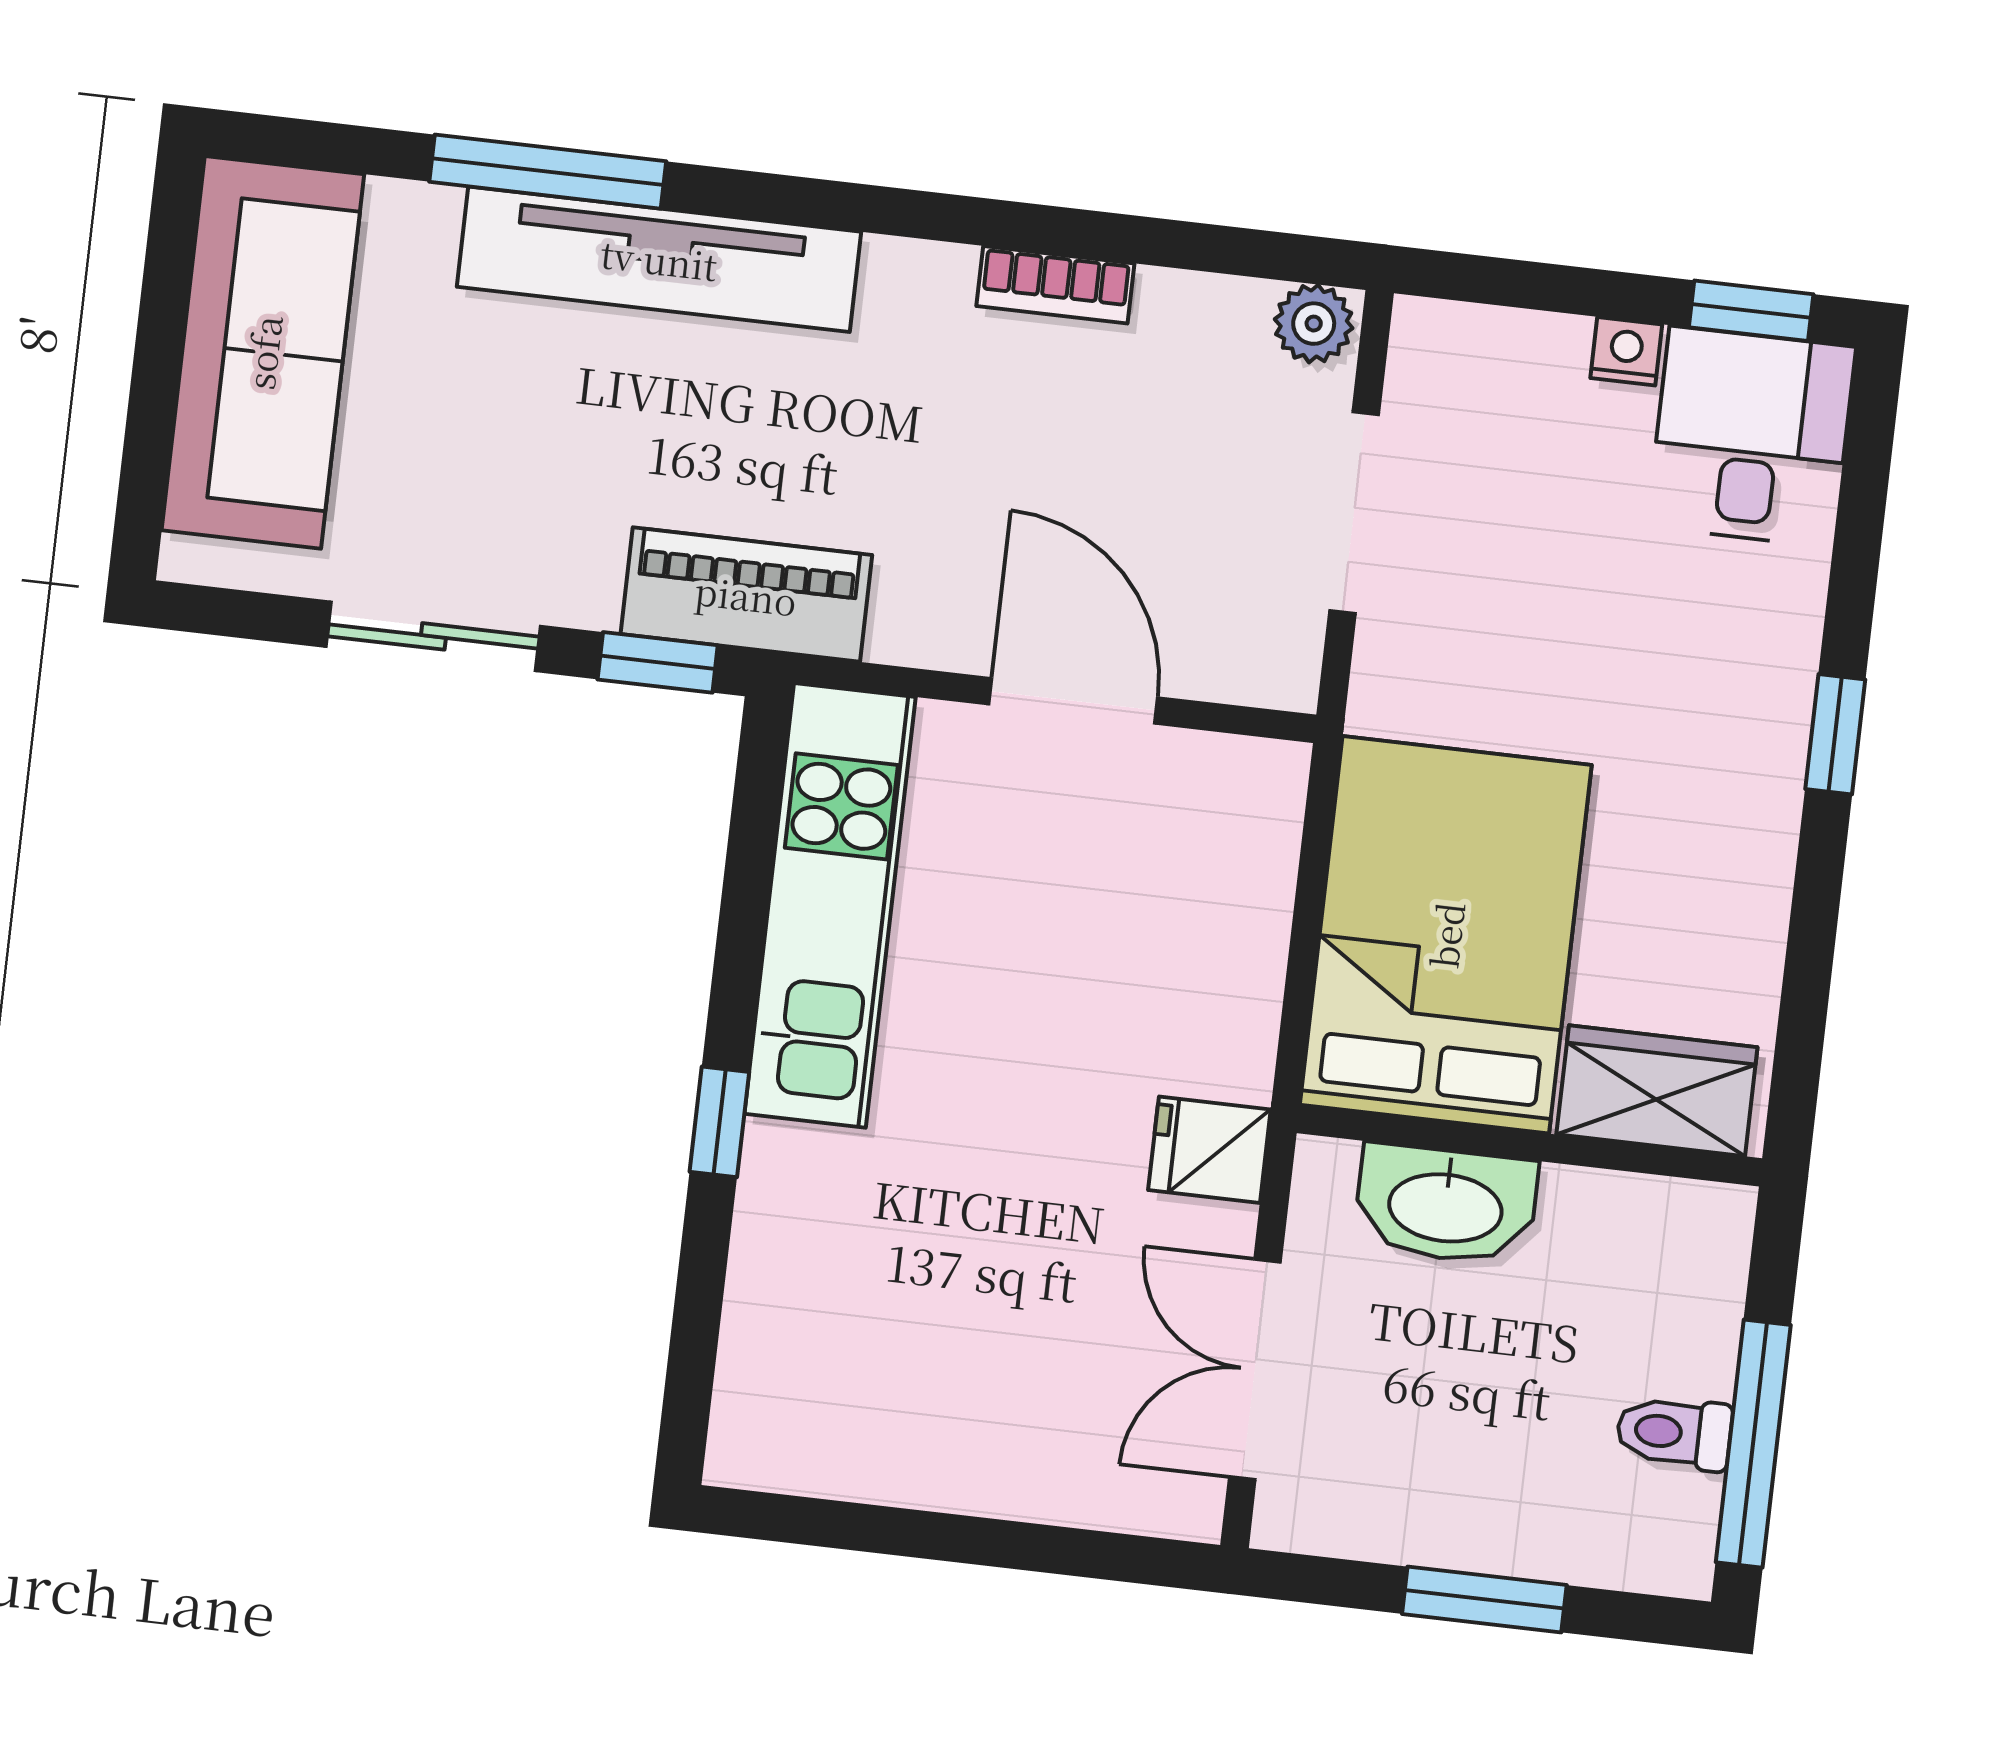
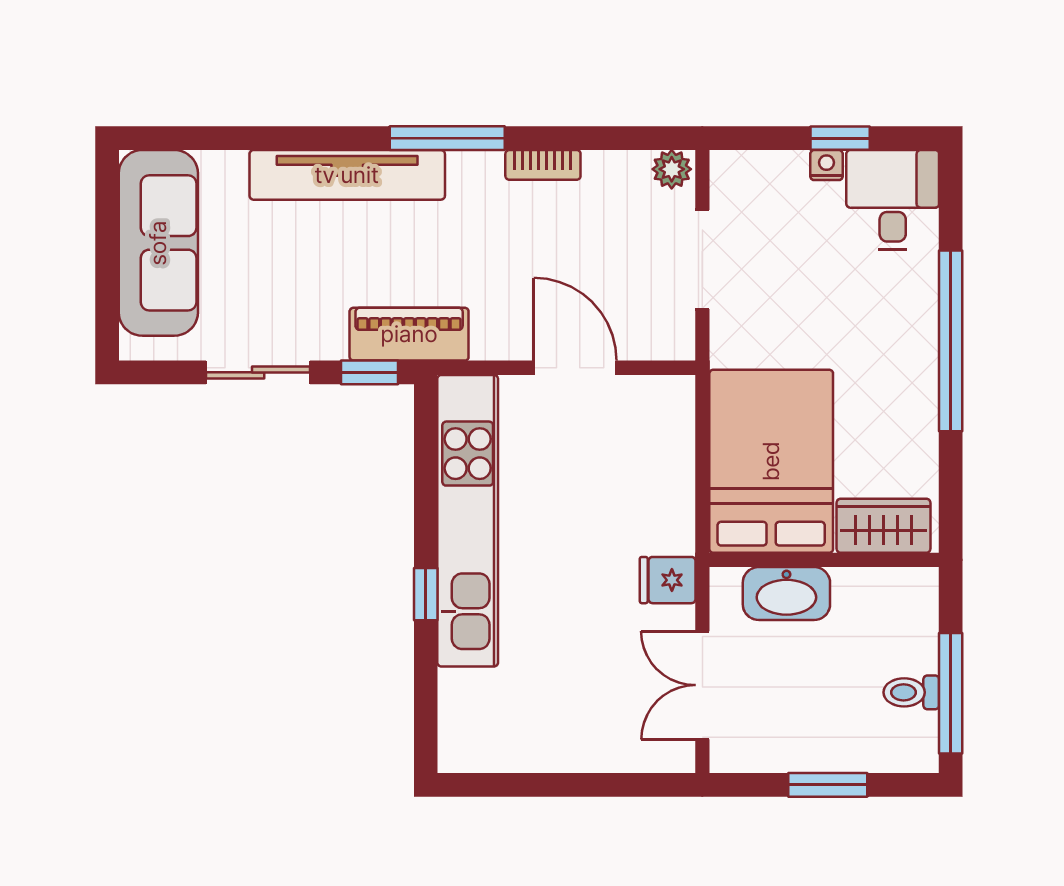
window: (548, 172) -> (447, 138), moved
window: (1751, 311) -> (840, 138), moved
window: (1835, 734) -> (951, 341), width x3.17
kitchen unit: (830, 905) -> (468, 521), width x1.36

